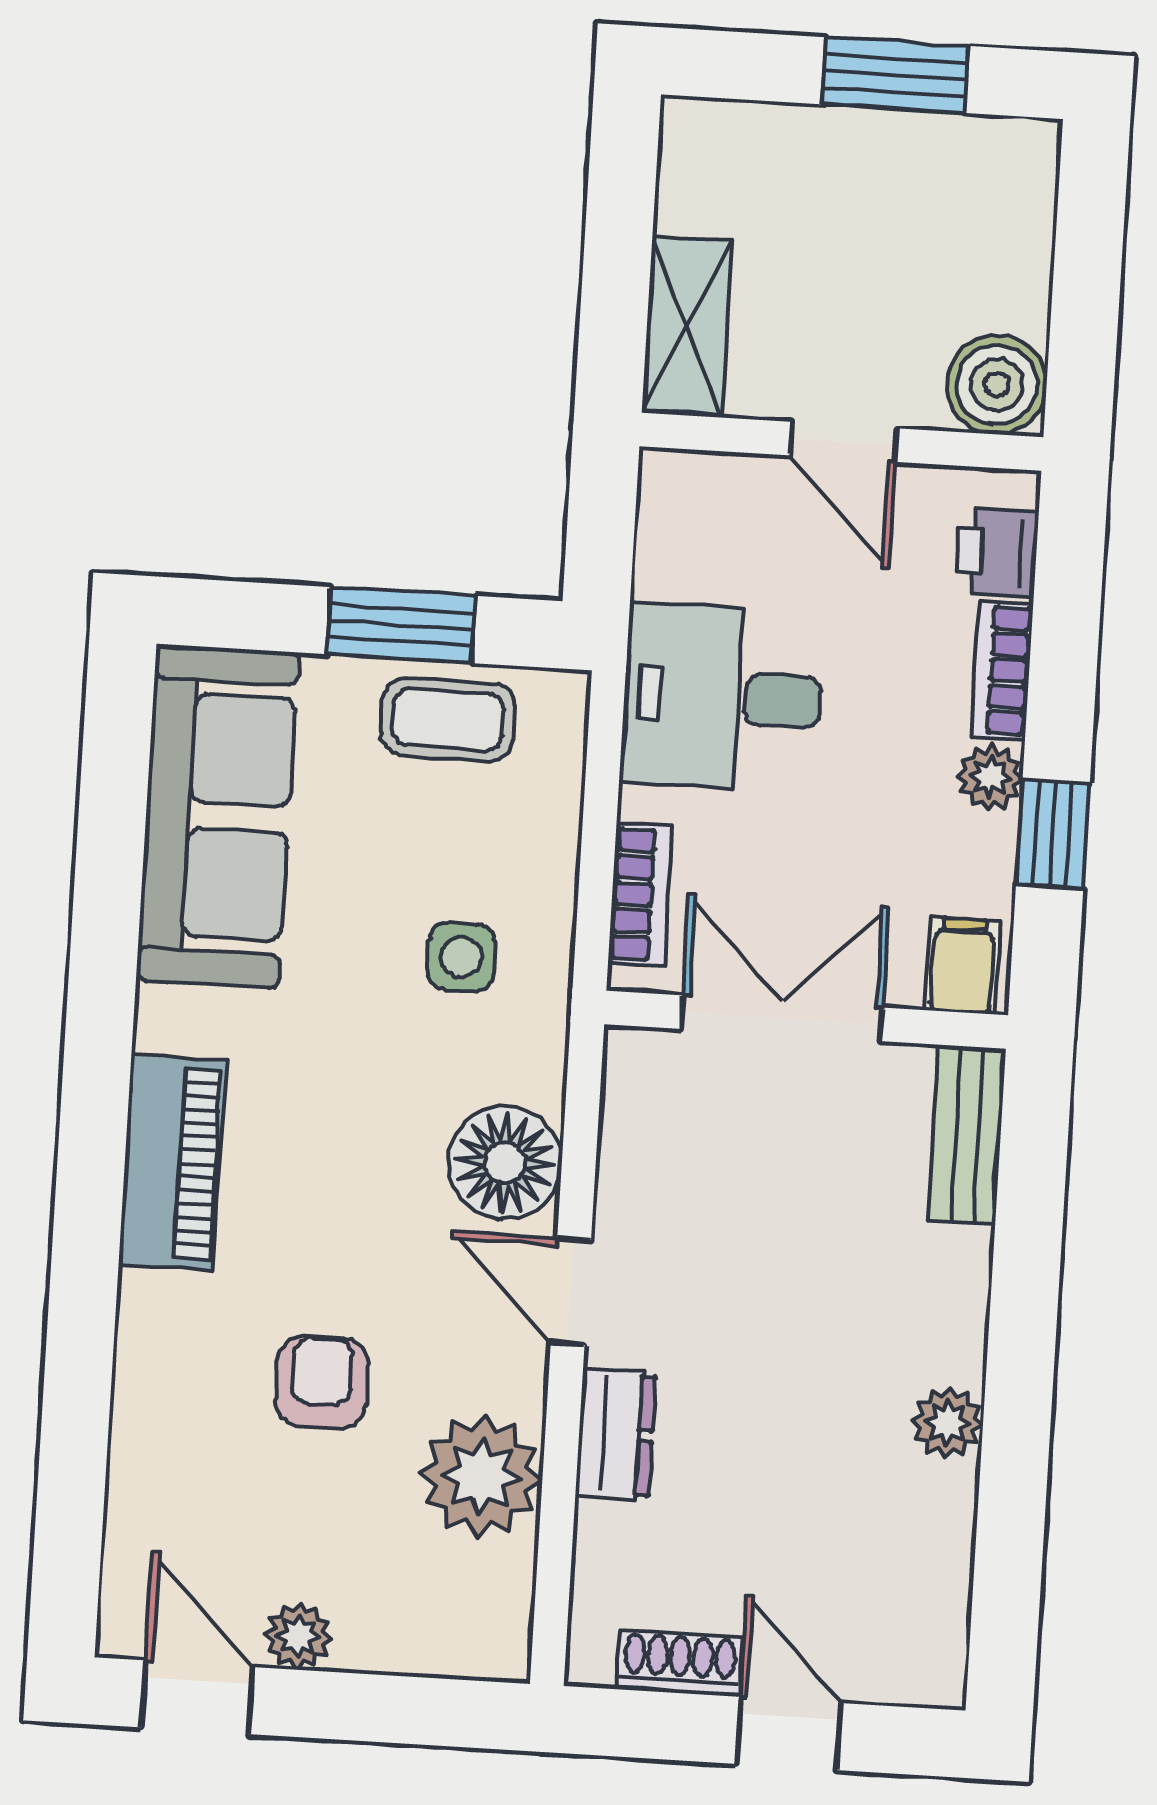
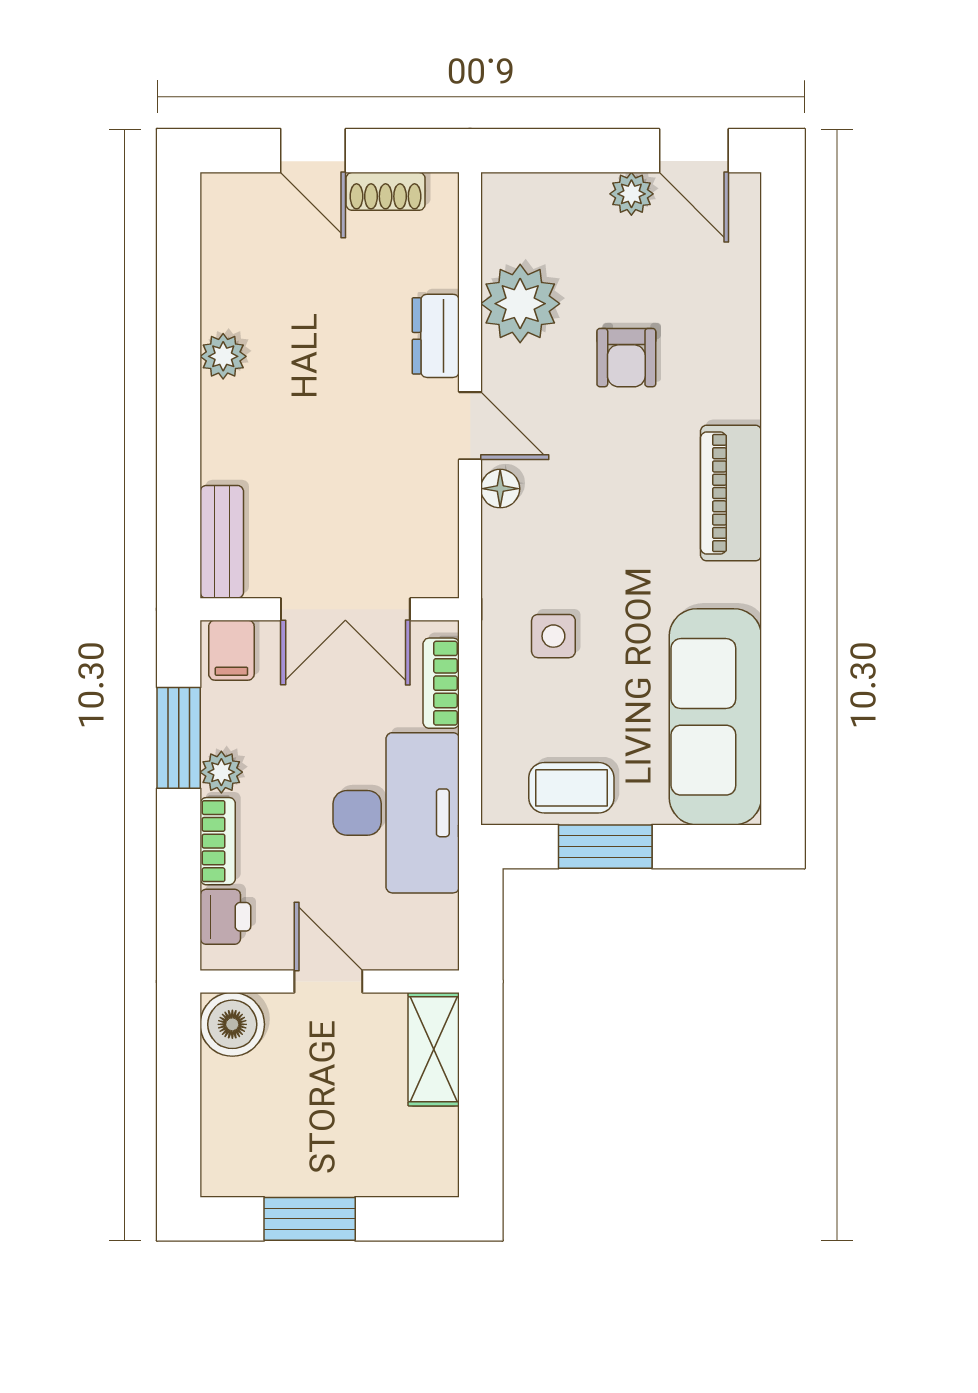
desk: (722, 697) -> (396, 813), width x1.37
window: (1053, 834) -> (179, 738), width x1.50
floor lamp: (505, 1163) -> (500, 489), width x0.53, depth x0.53

